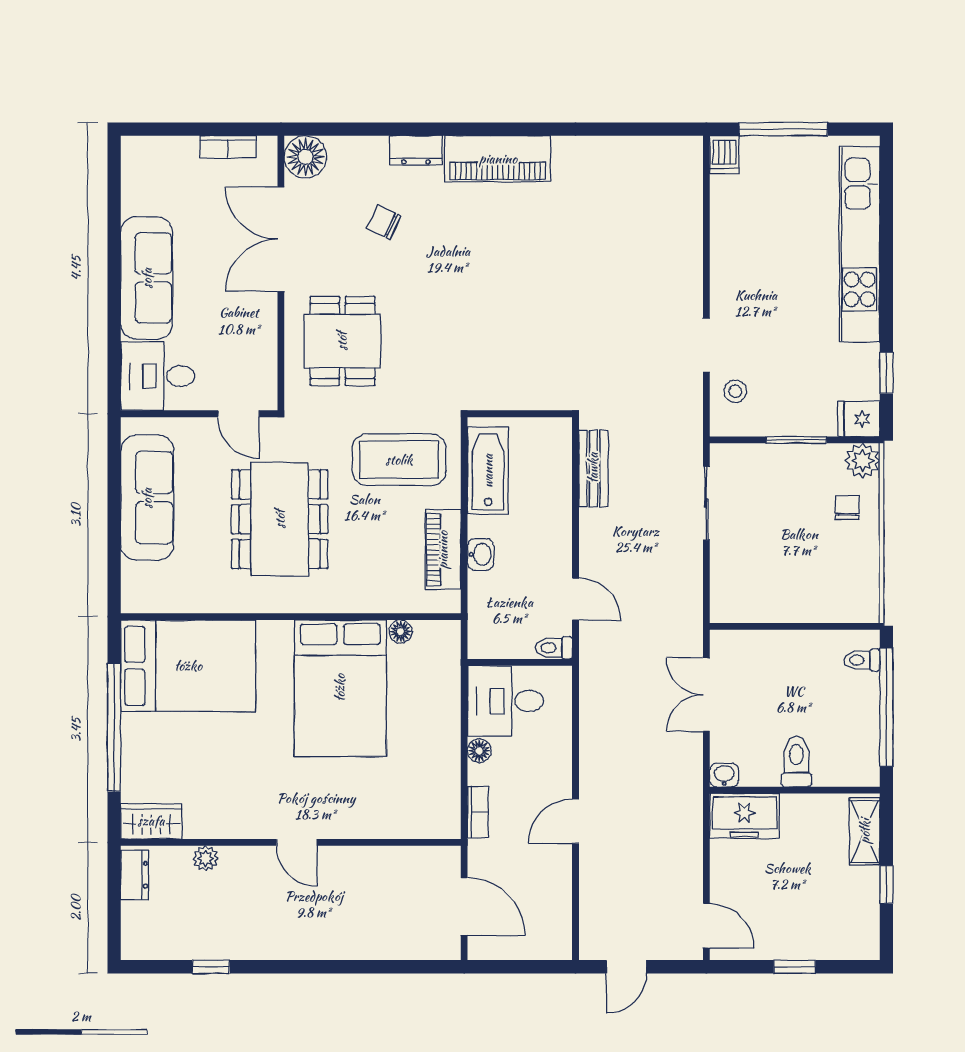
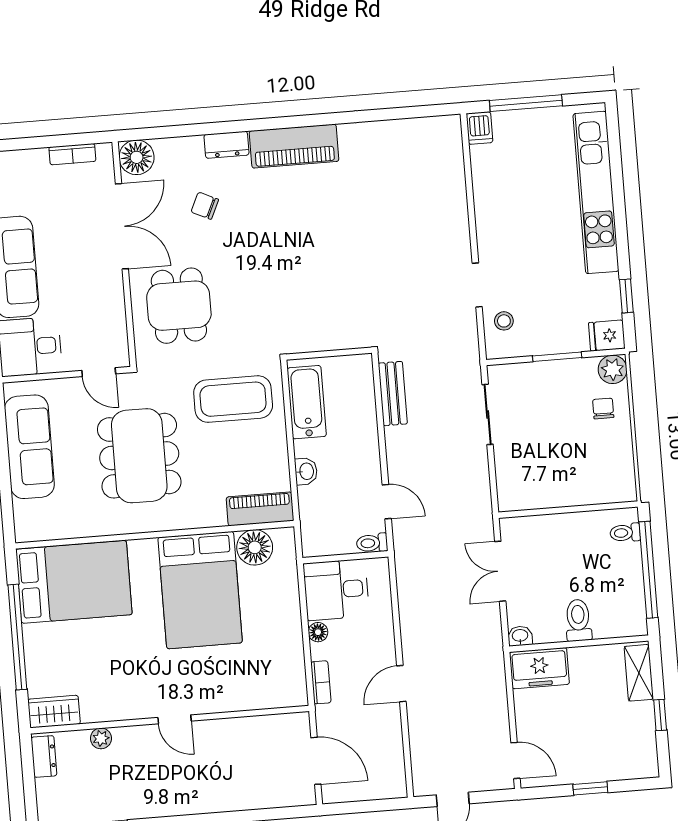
double door: (281, 239) -> (122, 226), swing flipped
piano: (443, 550) -> (260, 509), moved, turned 90
floor lamp: (401, 631) -> (255, 547), width x1.89, depth x1.89

